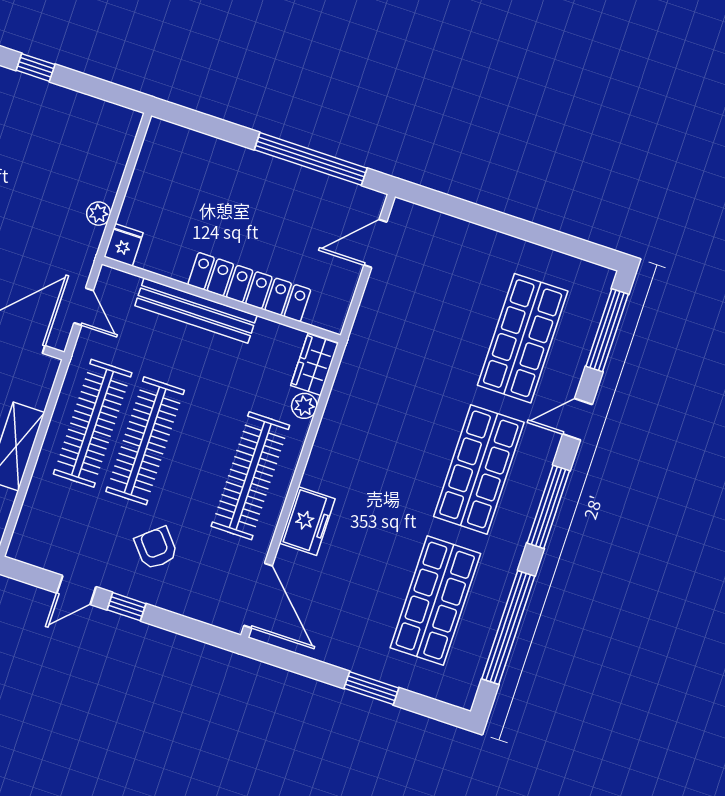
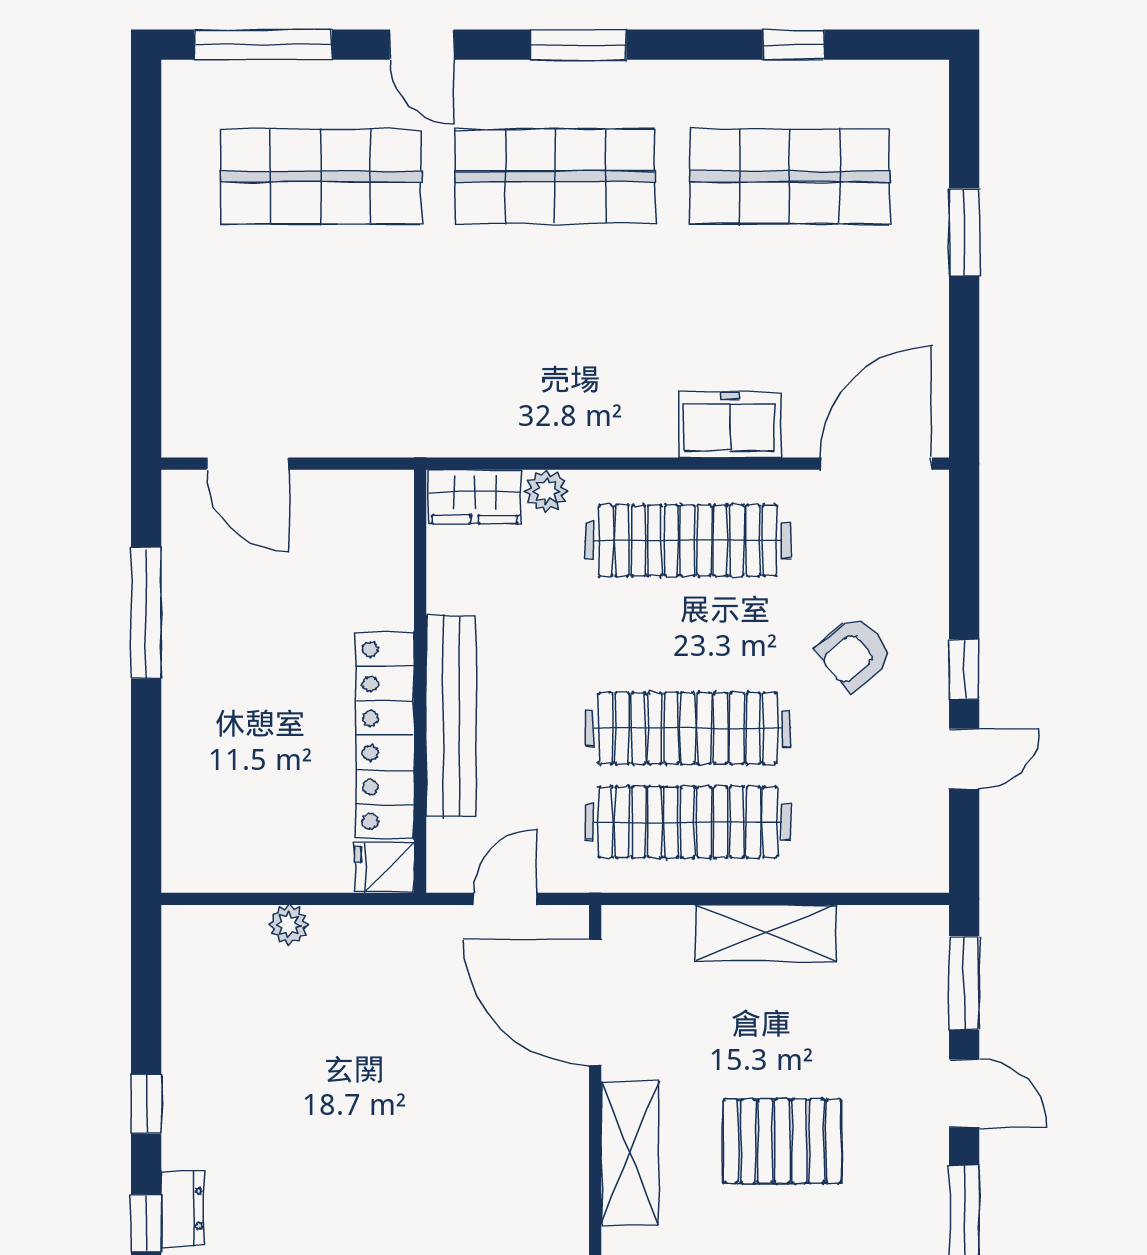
window: (311, 159) -> (146, 613), width x0.68
plant: (99, 214) -> (289, 925), moved
locker: (249, 287) -> (385, 735), moved
window: (548, 507) -> (578, 45), width x0.69
door: (76, 590) -> (964, 759), hinge flipped
window: (508, 627) -> (793, 45), width x0.32

